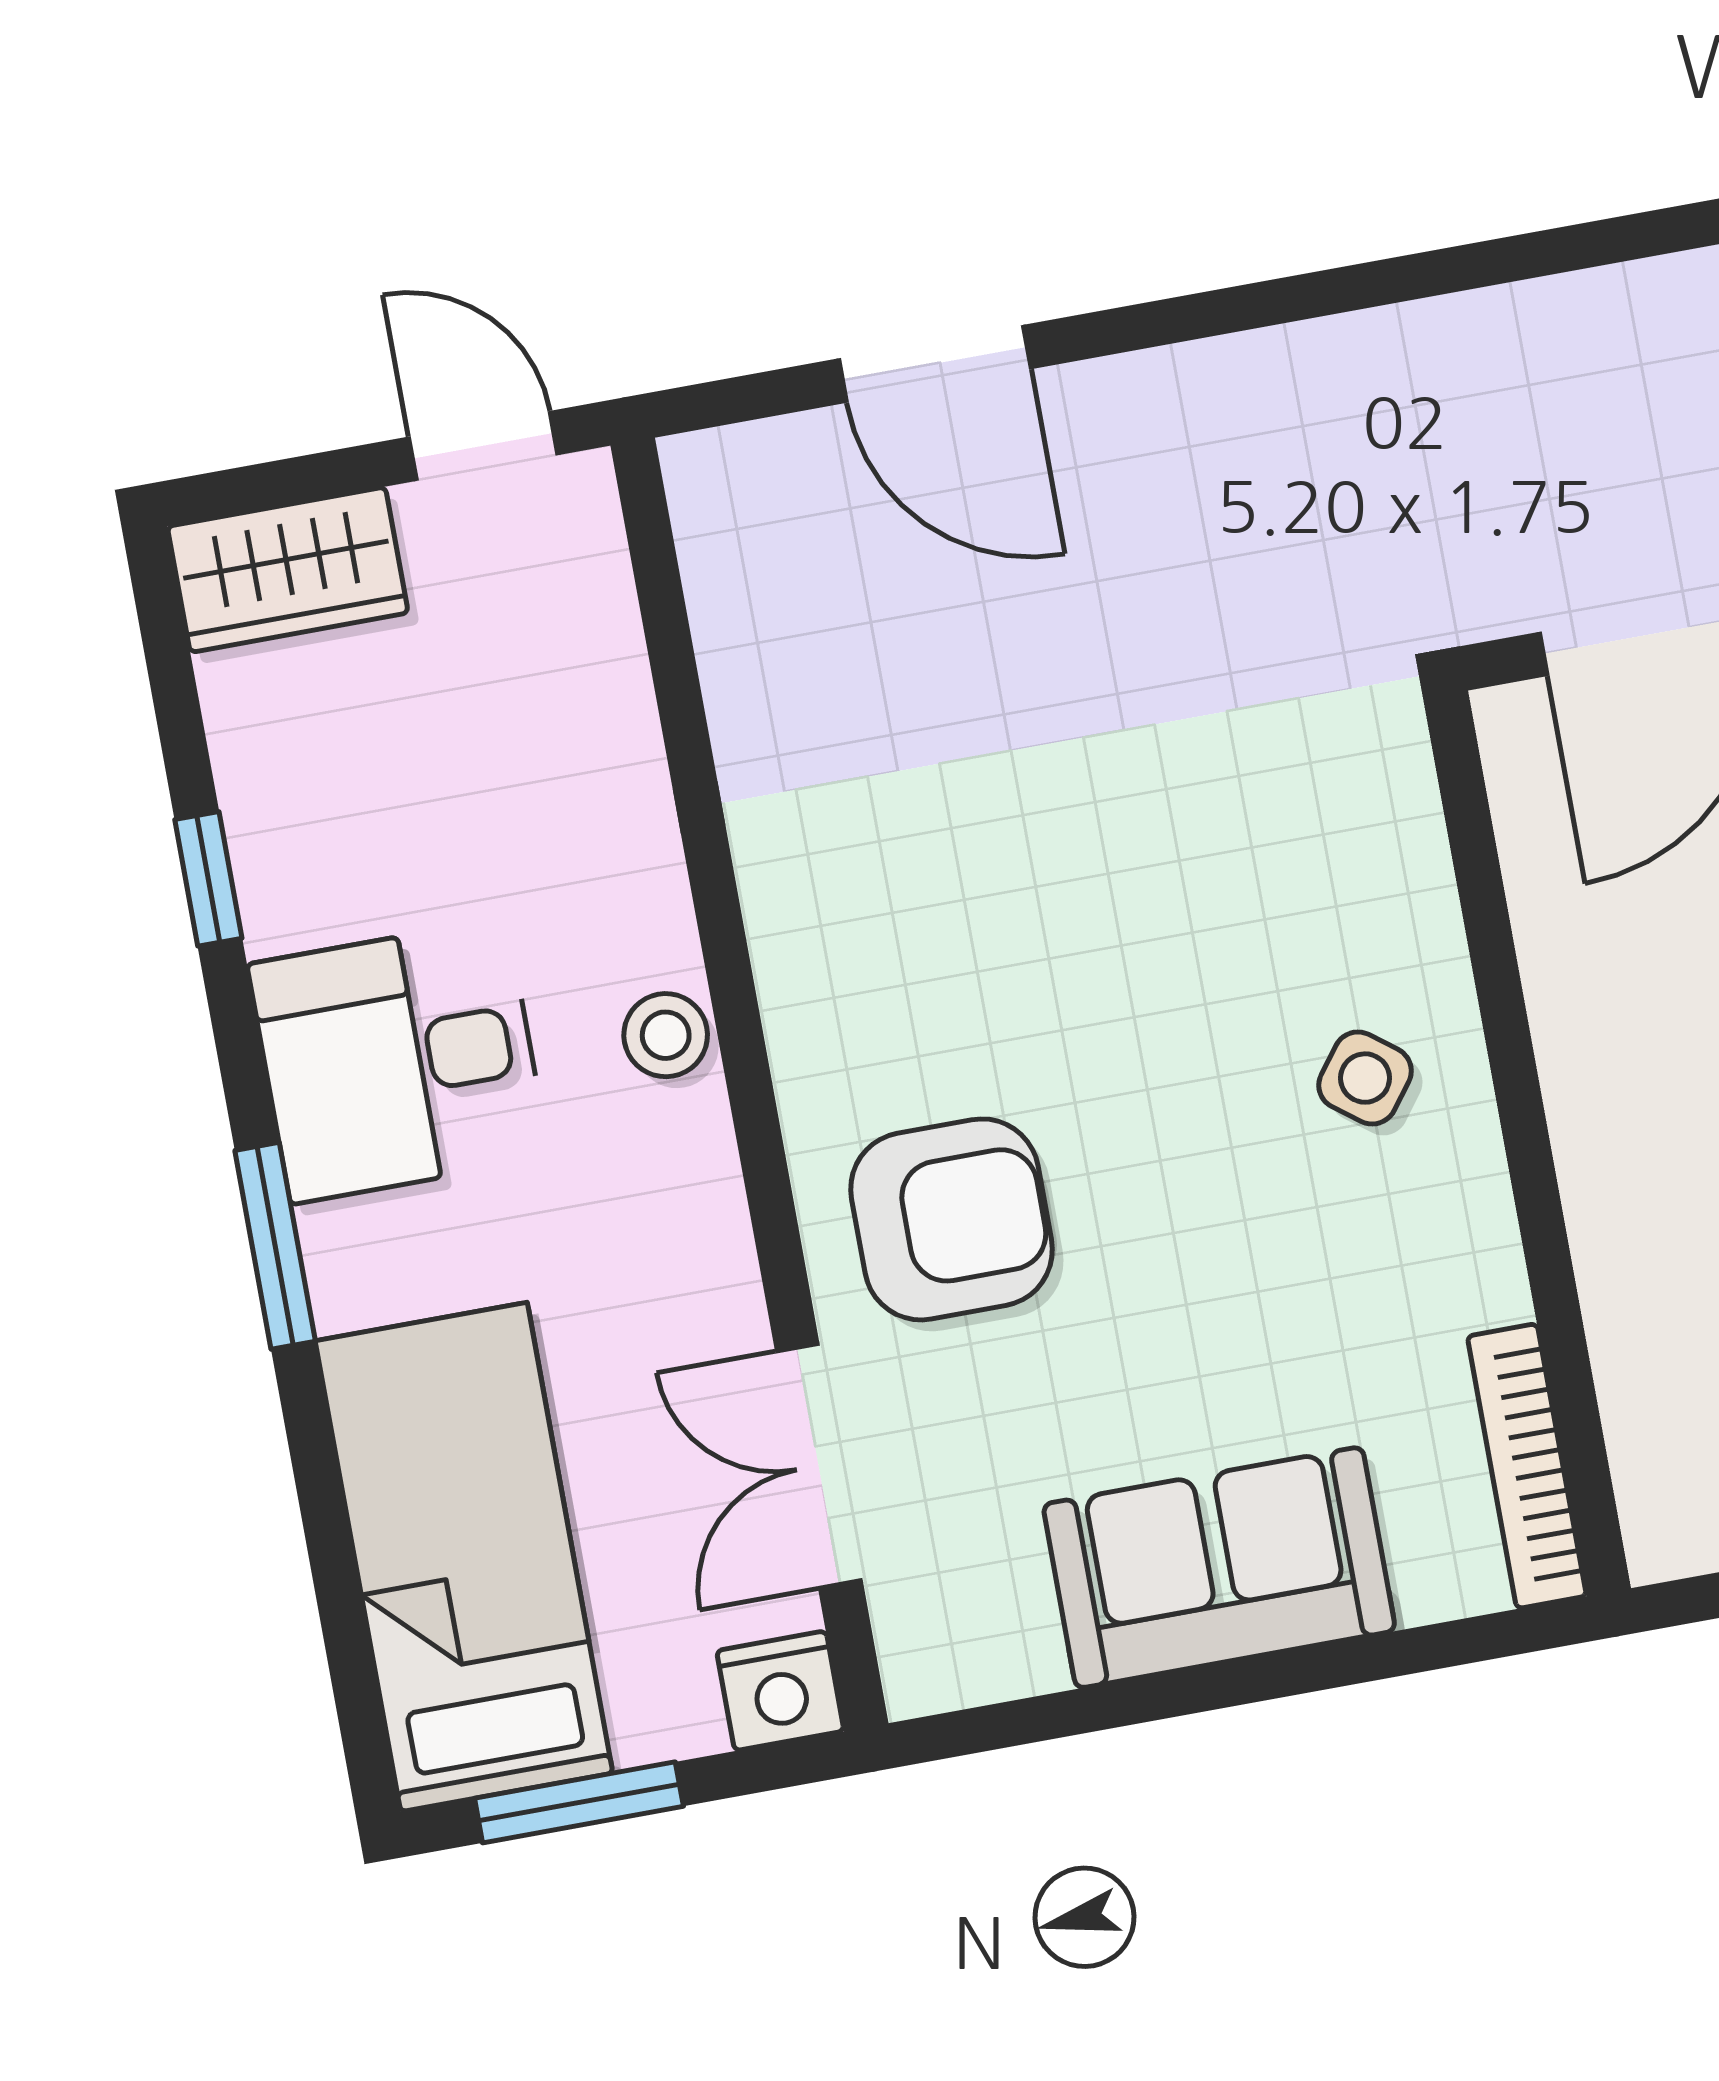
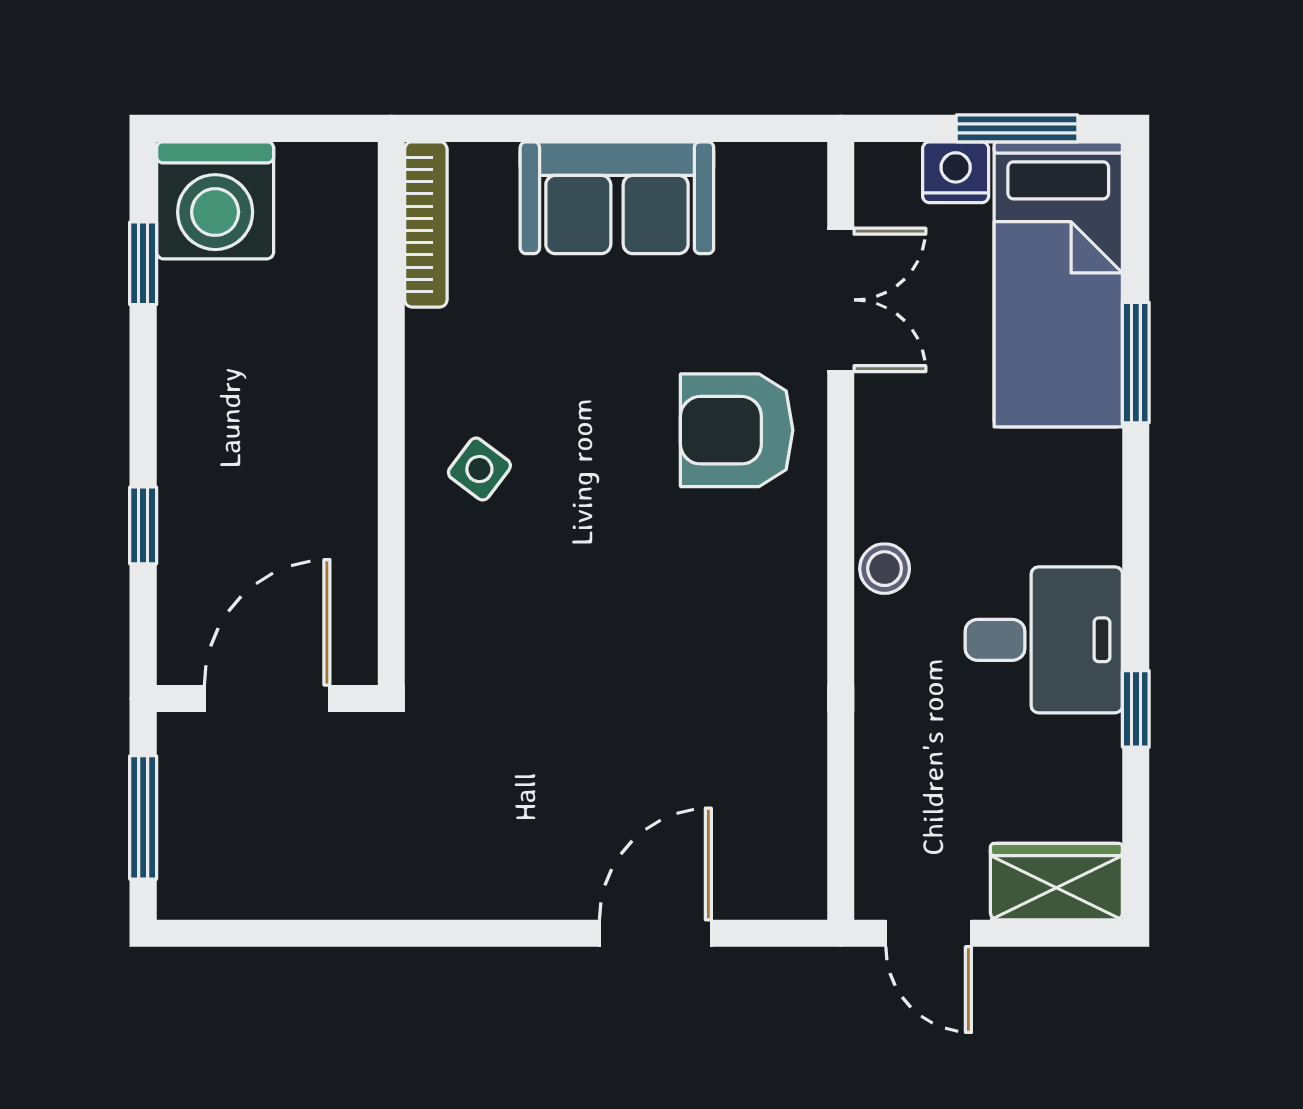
door: (935, 364) -> (655, 933), hinge flipped
desk: (399, 1061) -> (1044, 640), moved
window: (275, 1246) -> (1136, 363), moved
nightstand: (780, 1691) -> (956, 172), moved

